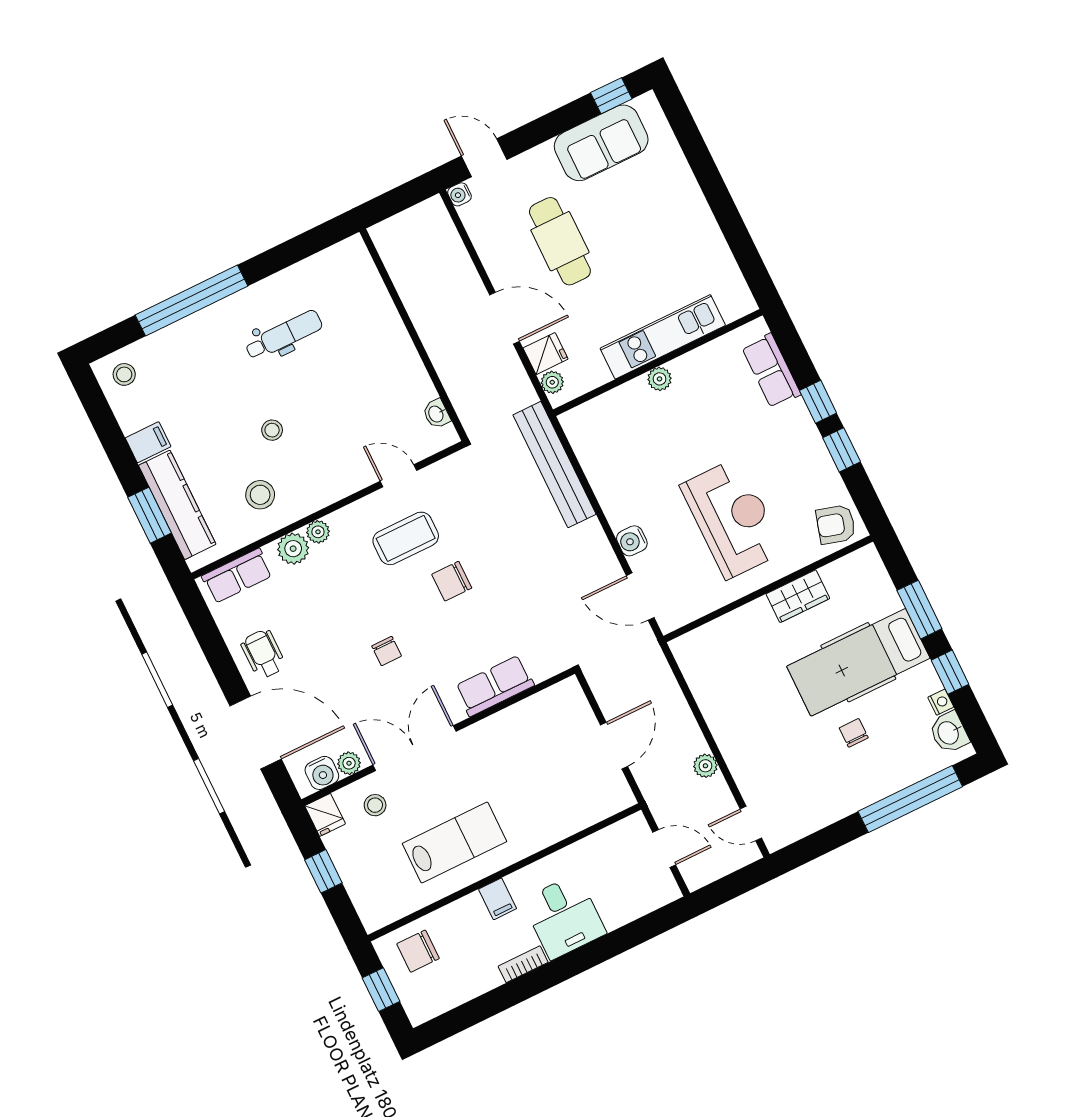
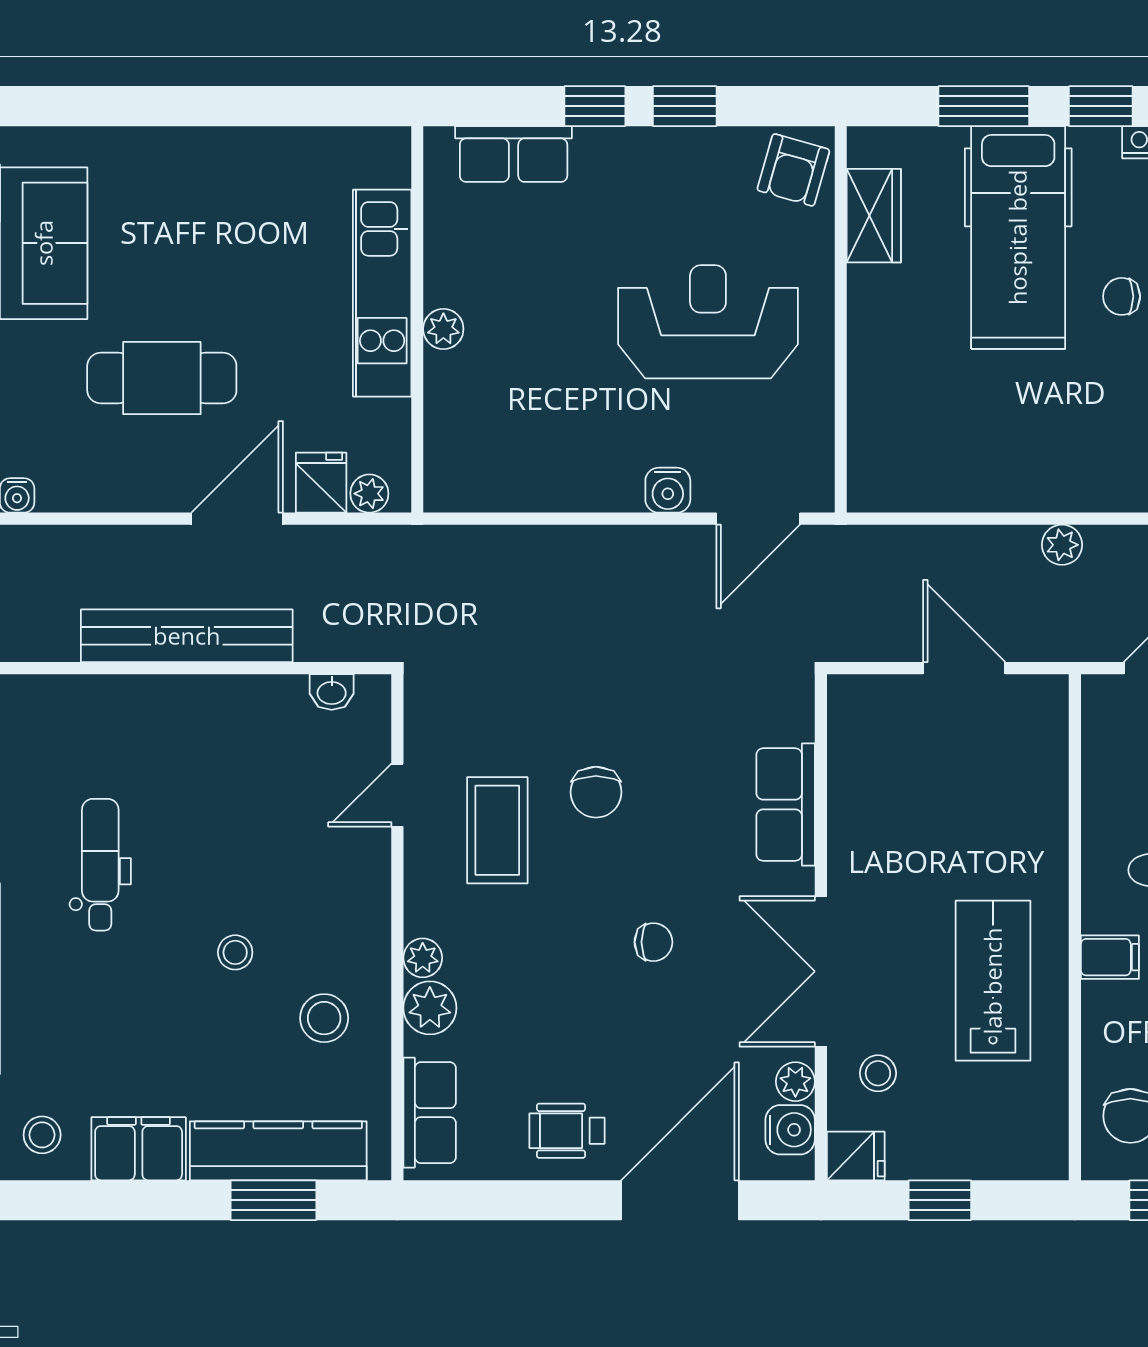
filing cabinet: (148, 442) -> (139, 1149), width x2.00
bench: (554, 465) -> (187, 636), moved
wardrobe: (798, 596) -> (874, 216), moved

